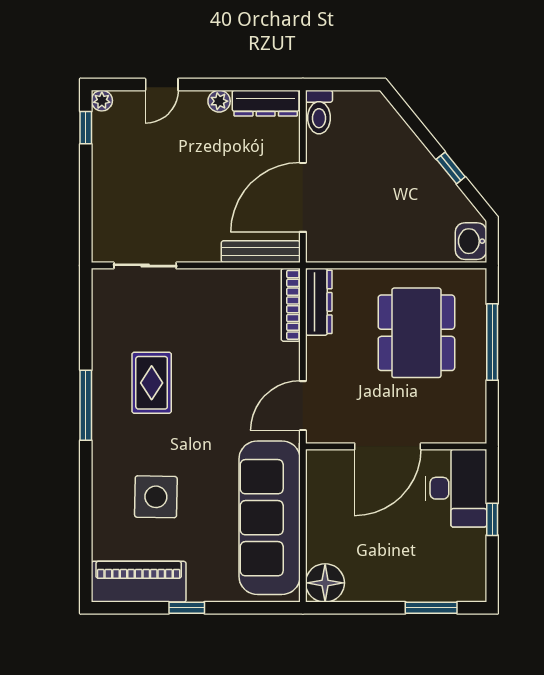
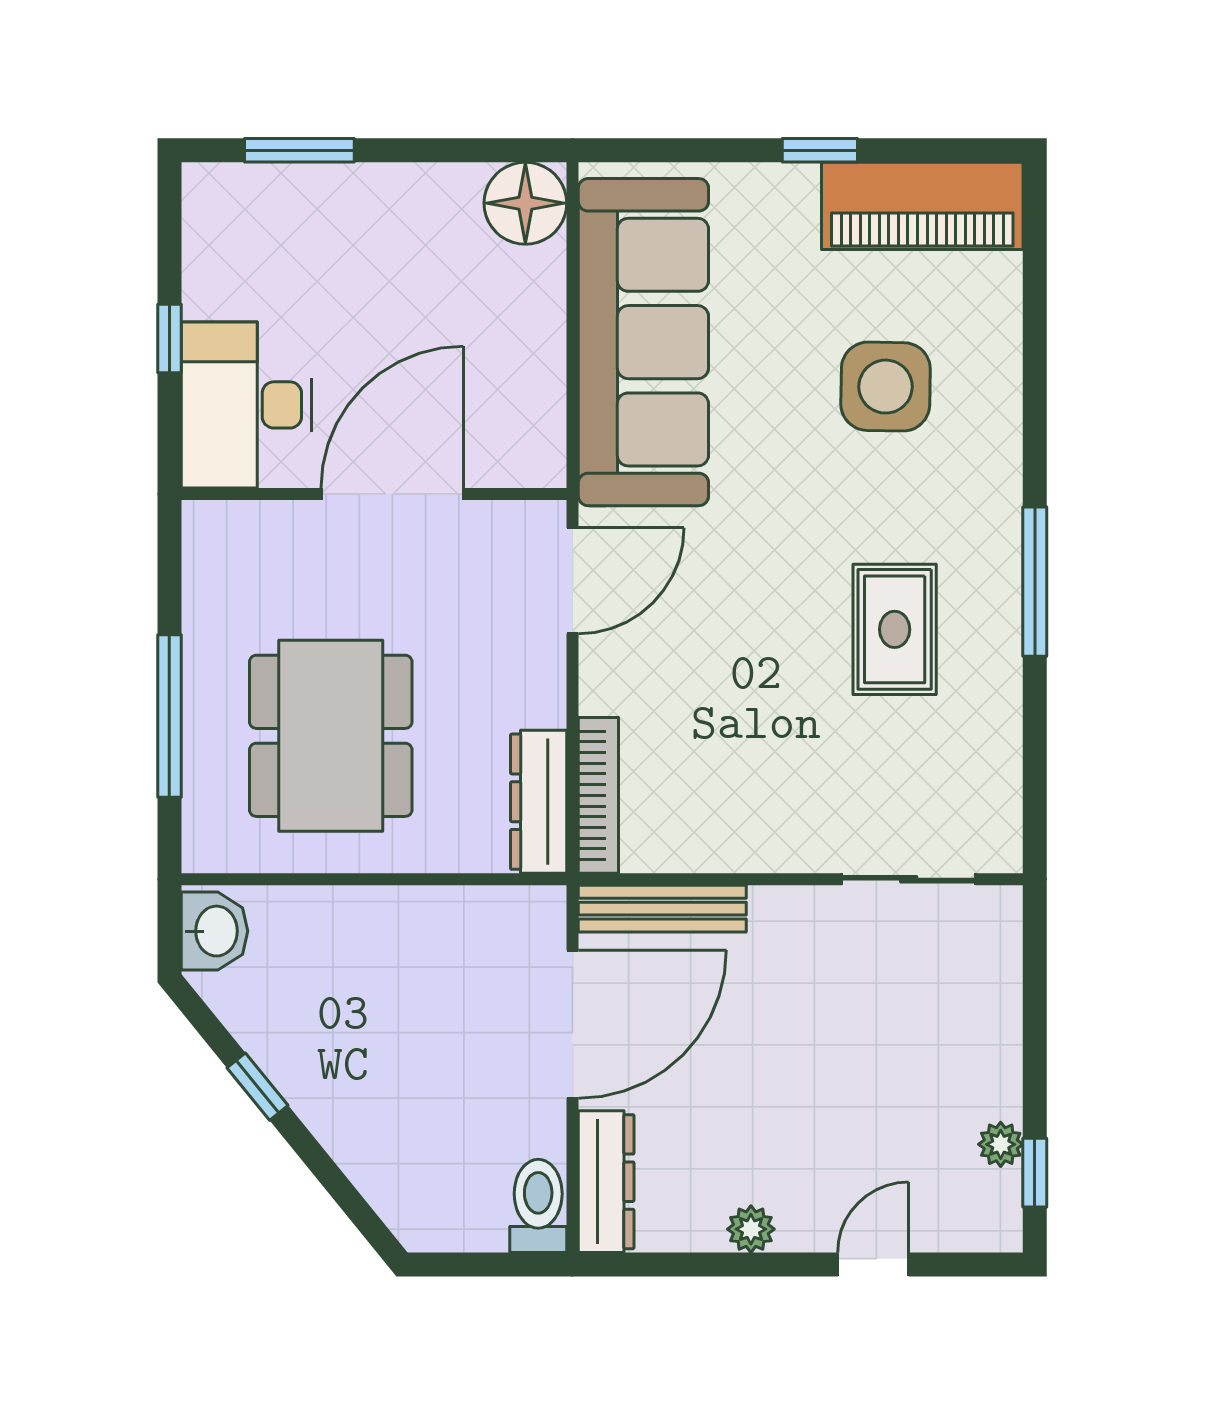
plant: (102, 101) -> (1001, 1144), moved
dresser: (266, 103) -> (606, 1182), moved, turned 90

